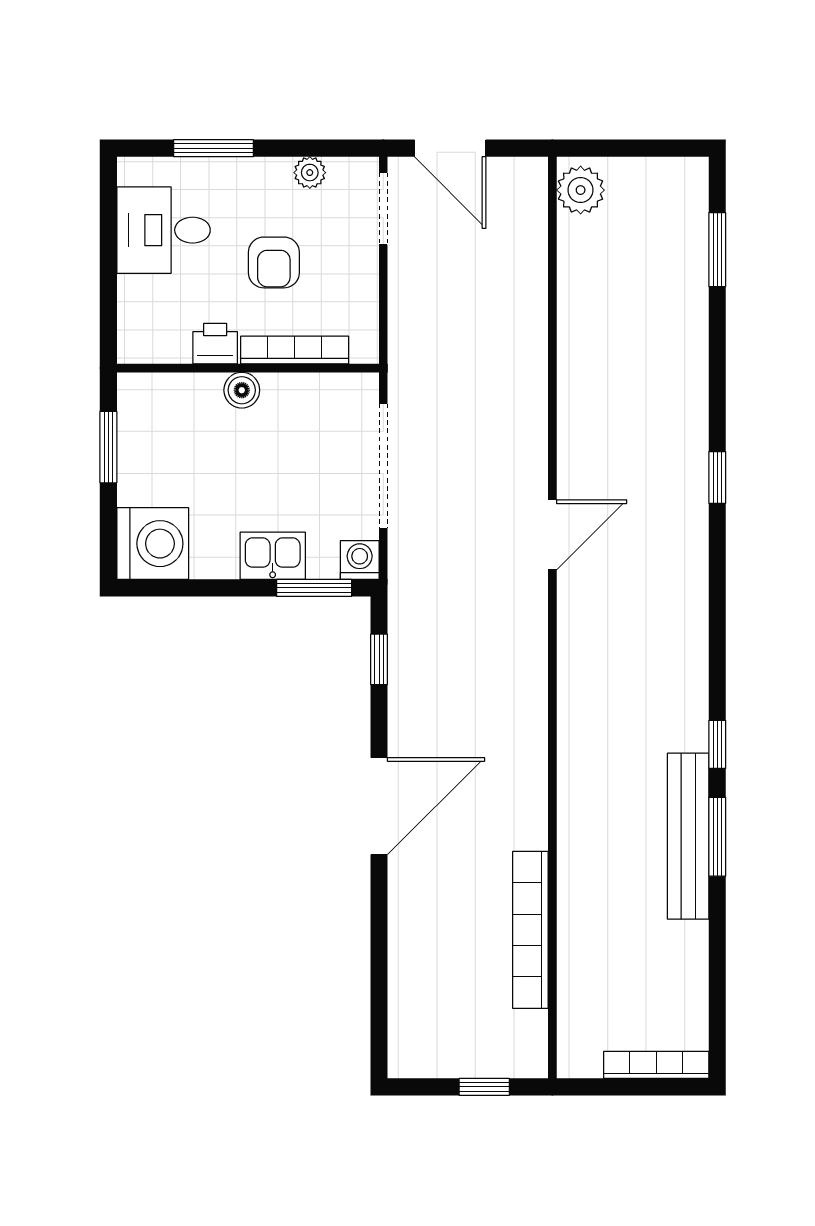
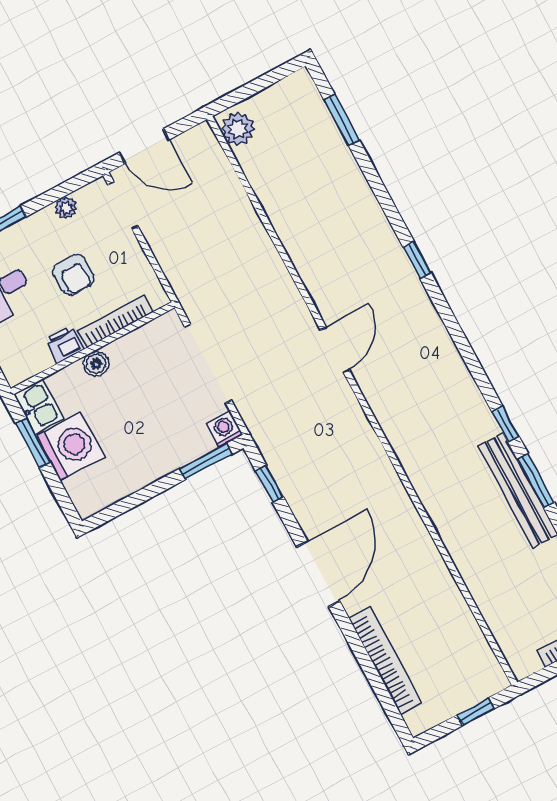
washing machine: (153, 544) -> (70, 447), moved
kitchen sink: (273, 556) -> (39, 406), moved, turned 90
bookcase: (530, 930) -> (385, 660), moved, turned 180

